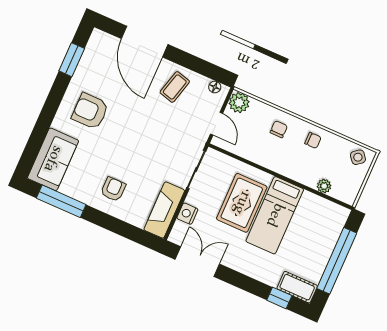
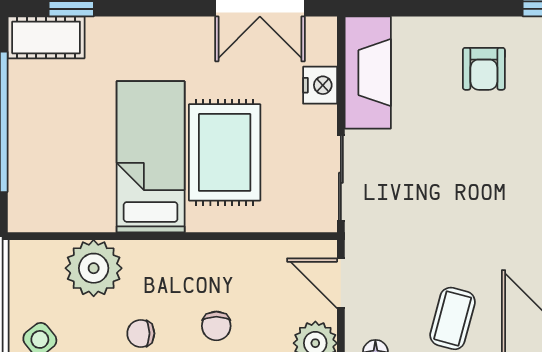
plant: (324, 186) -> (94, 268), width x1.88, depth x1.88

